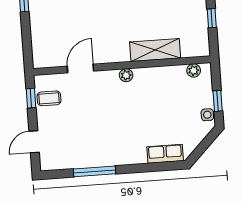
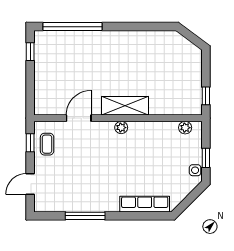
window: (212, 18) -> (206, 96), moved
shelving: (155, 50) -> (125, 106), moved
coffee table: (49, 98) -> (47, 144), turned 90
row of seats: (165, 154) -> (145, 204), width x1.48

